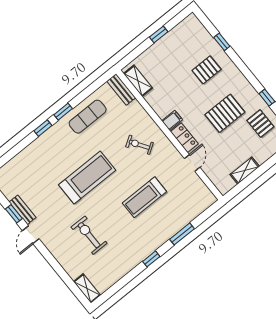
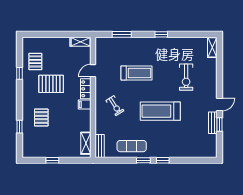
pallet: (207, 70) -> (41, 117), turned 90
shelving: (245, 171) -> (81, 42), moved
window: (182, 234) -> (122, 34), moved

